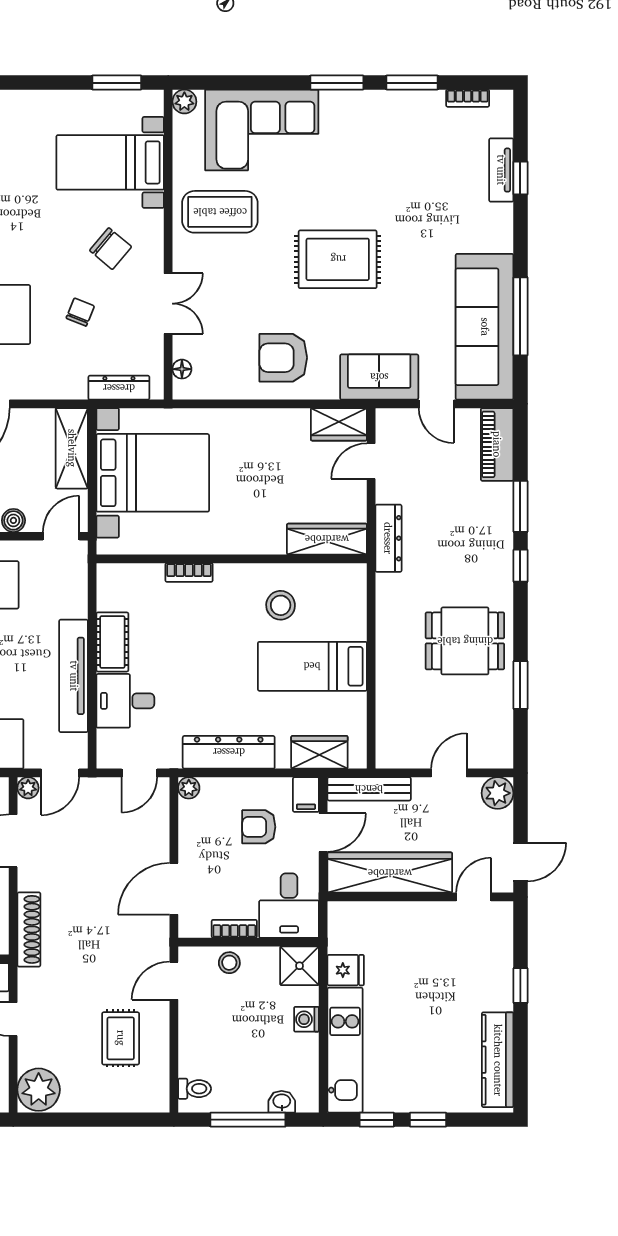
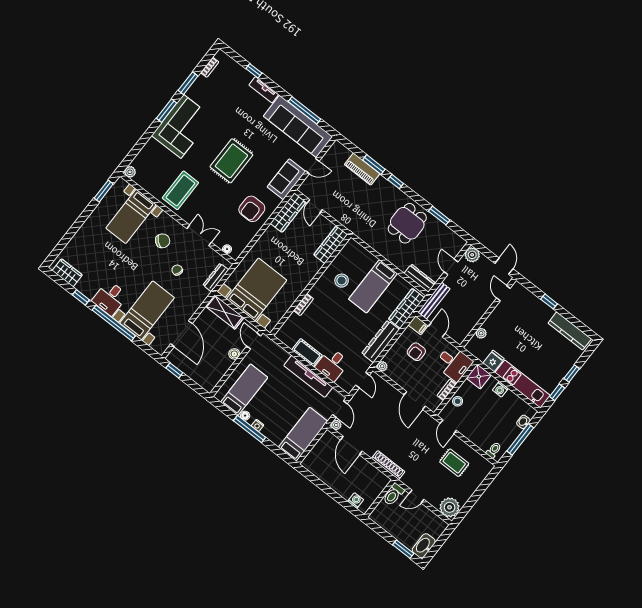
corner sofa: (262, 130) -> (182, 126), moved
tv unit: (501, 170) -> (264, 90), moved
wardrobe: (339, 424) -> (288, 213), width x1.50
piano: (497, 444) -> (362, 169), moved
dresser: (388, 538) -> (420, 278), moved
wardrobe: (319, 752) -> (406, 308), width x1.50
wardrobe: (390, 873) -> (470, 317), removed
plant: (376, 912) -> (481, 333), added

